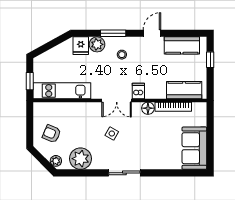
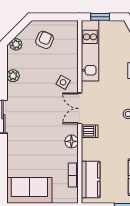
bookcase: (173, 107) -> (73, 175), width x0.64
side table: (112, 133) -> (63, 82), moved
plant: (81, 159) -> (13, 76), width x0.53, depth x0.53

